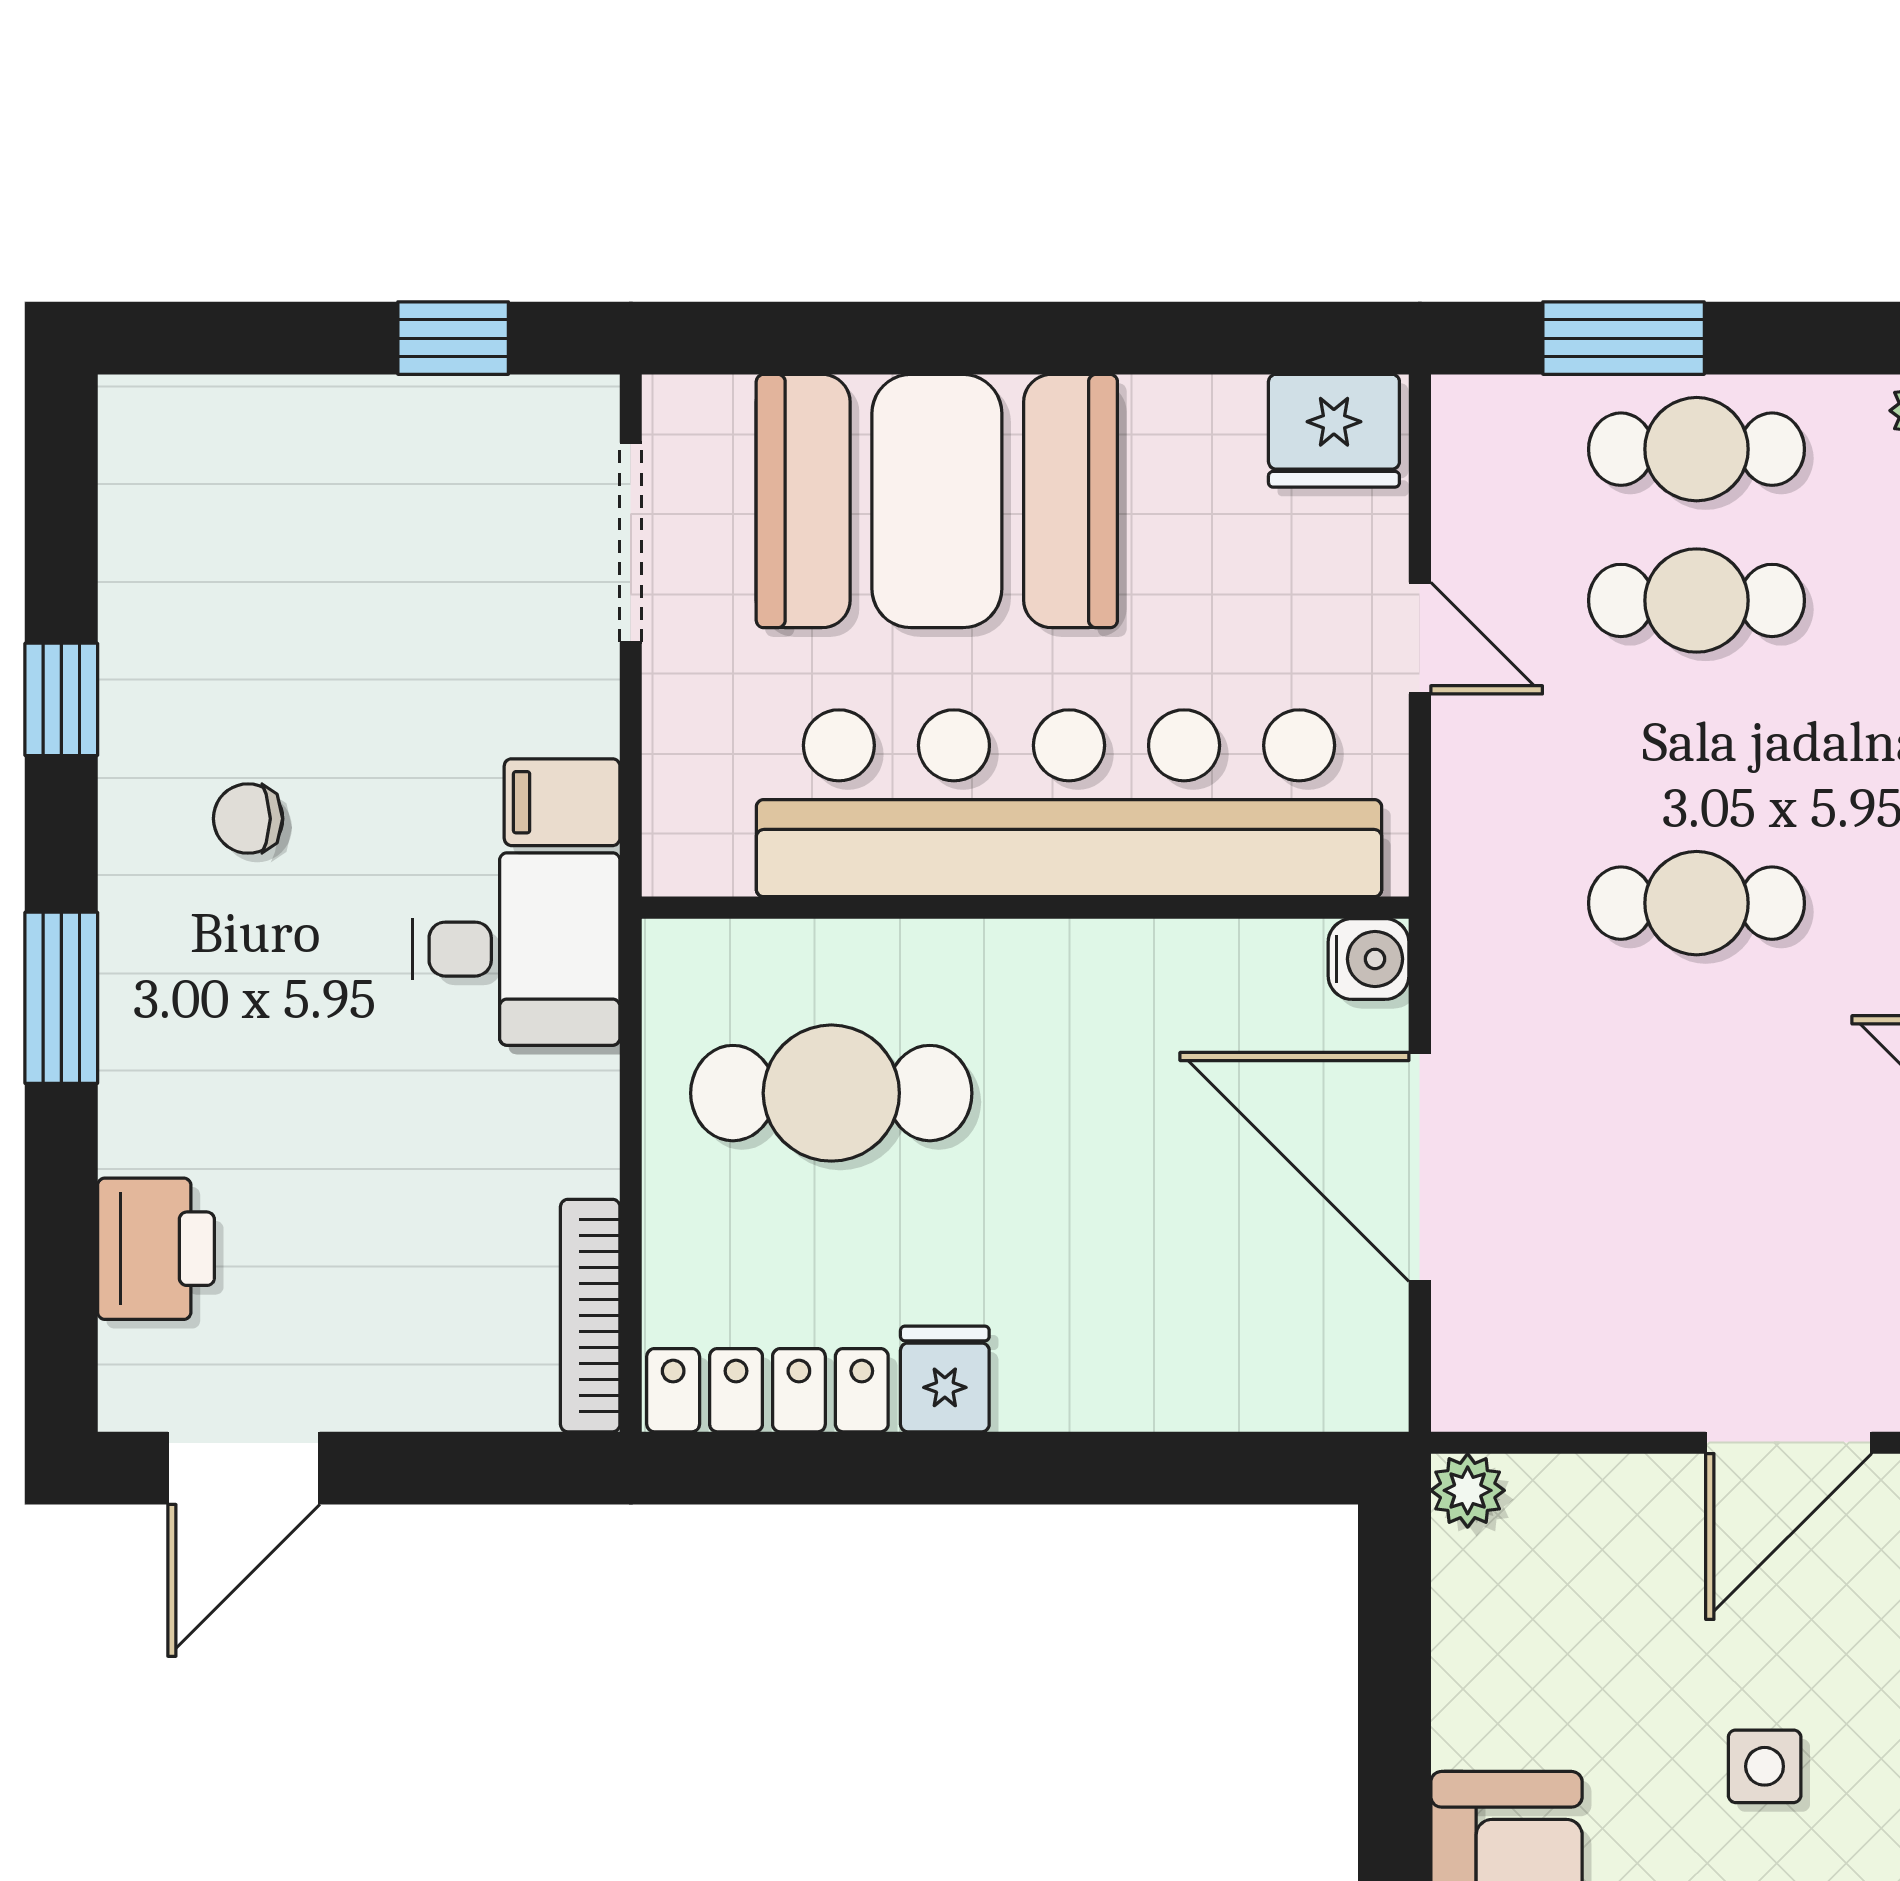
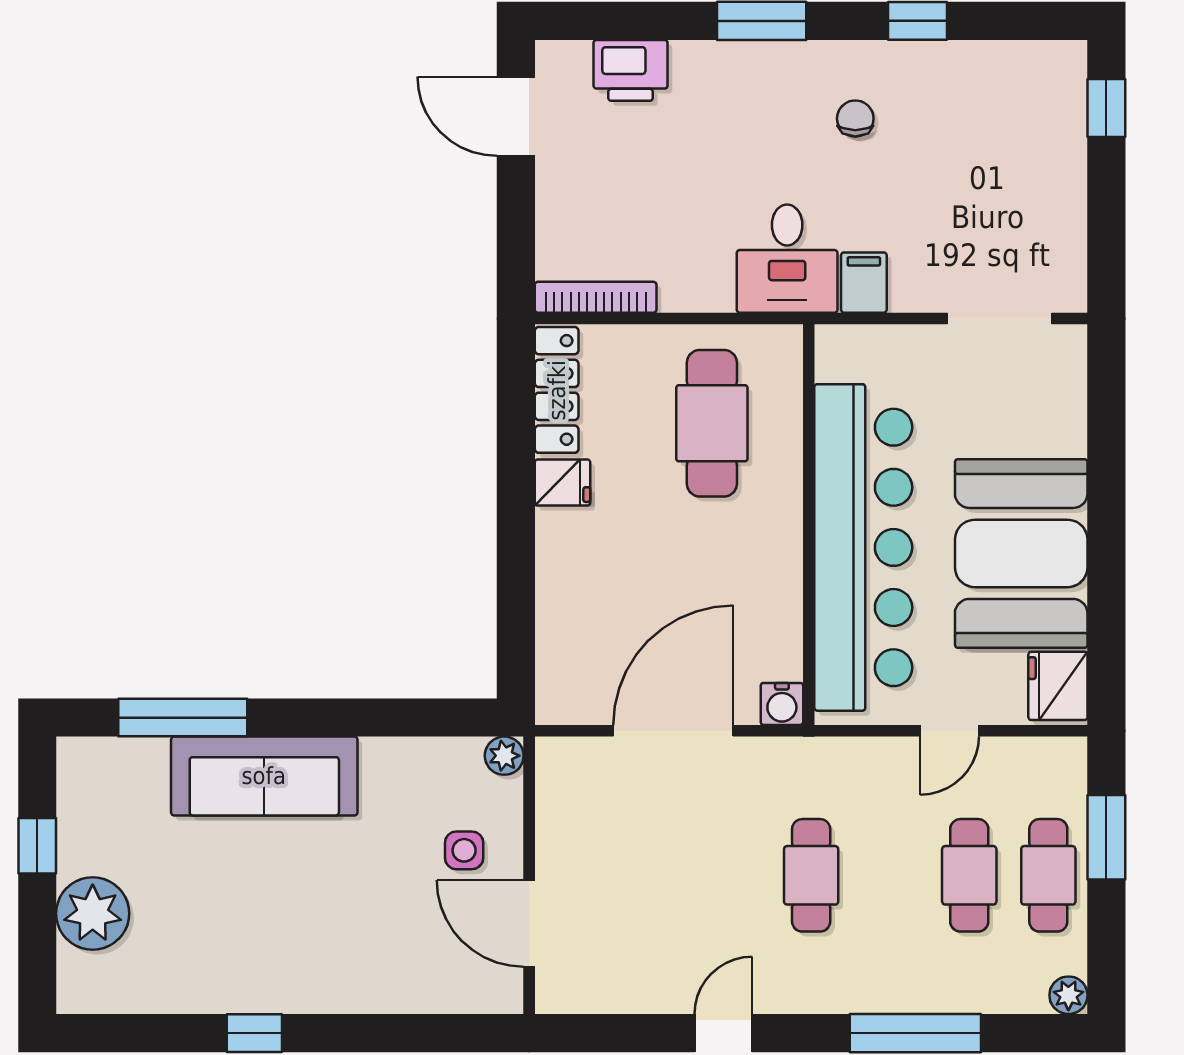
window: (453, 338) -> (1106, 108), moved
booth: (937, 501) -> (1021, 553), moved
side table: (1765, 1766) -> (464, 850), moved

